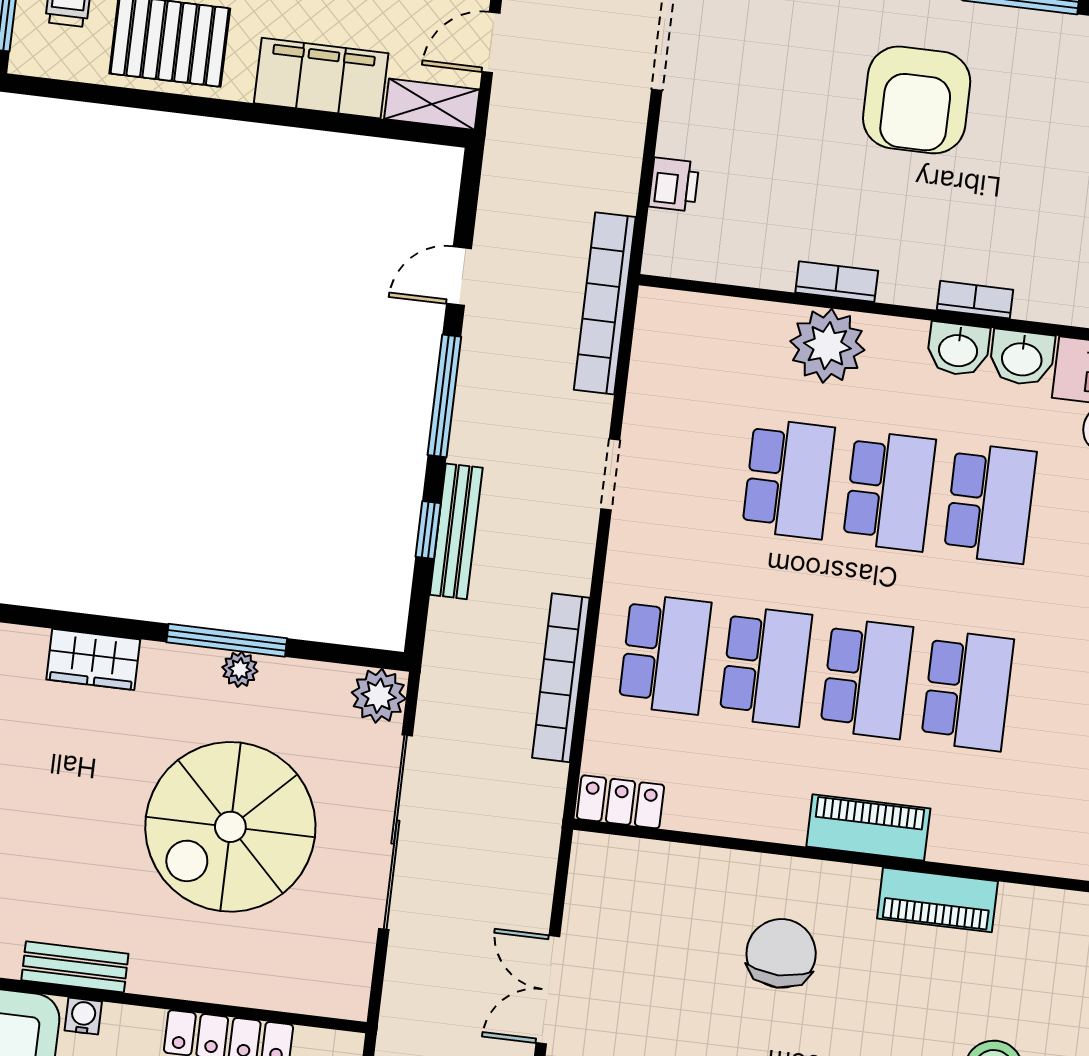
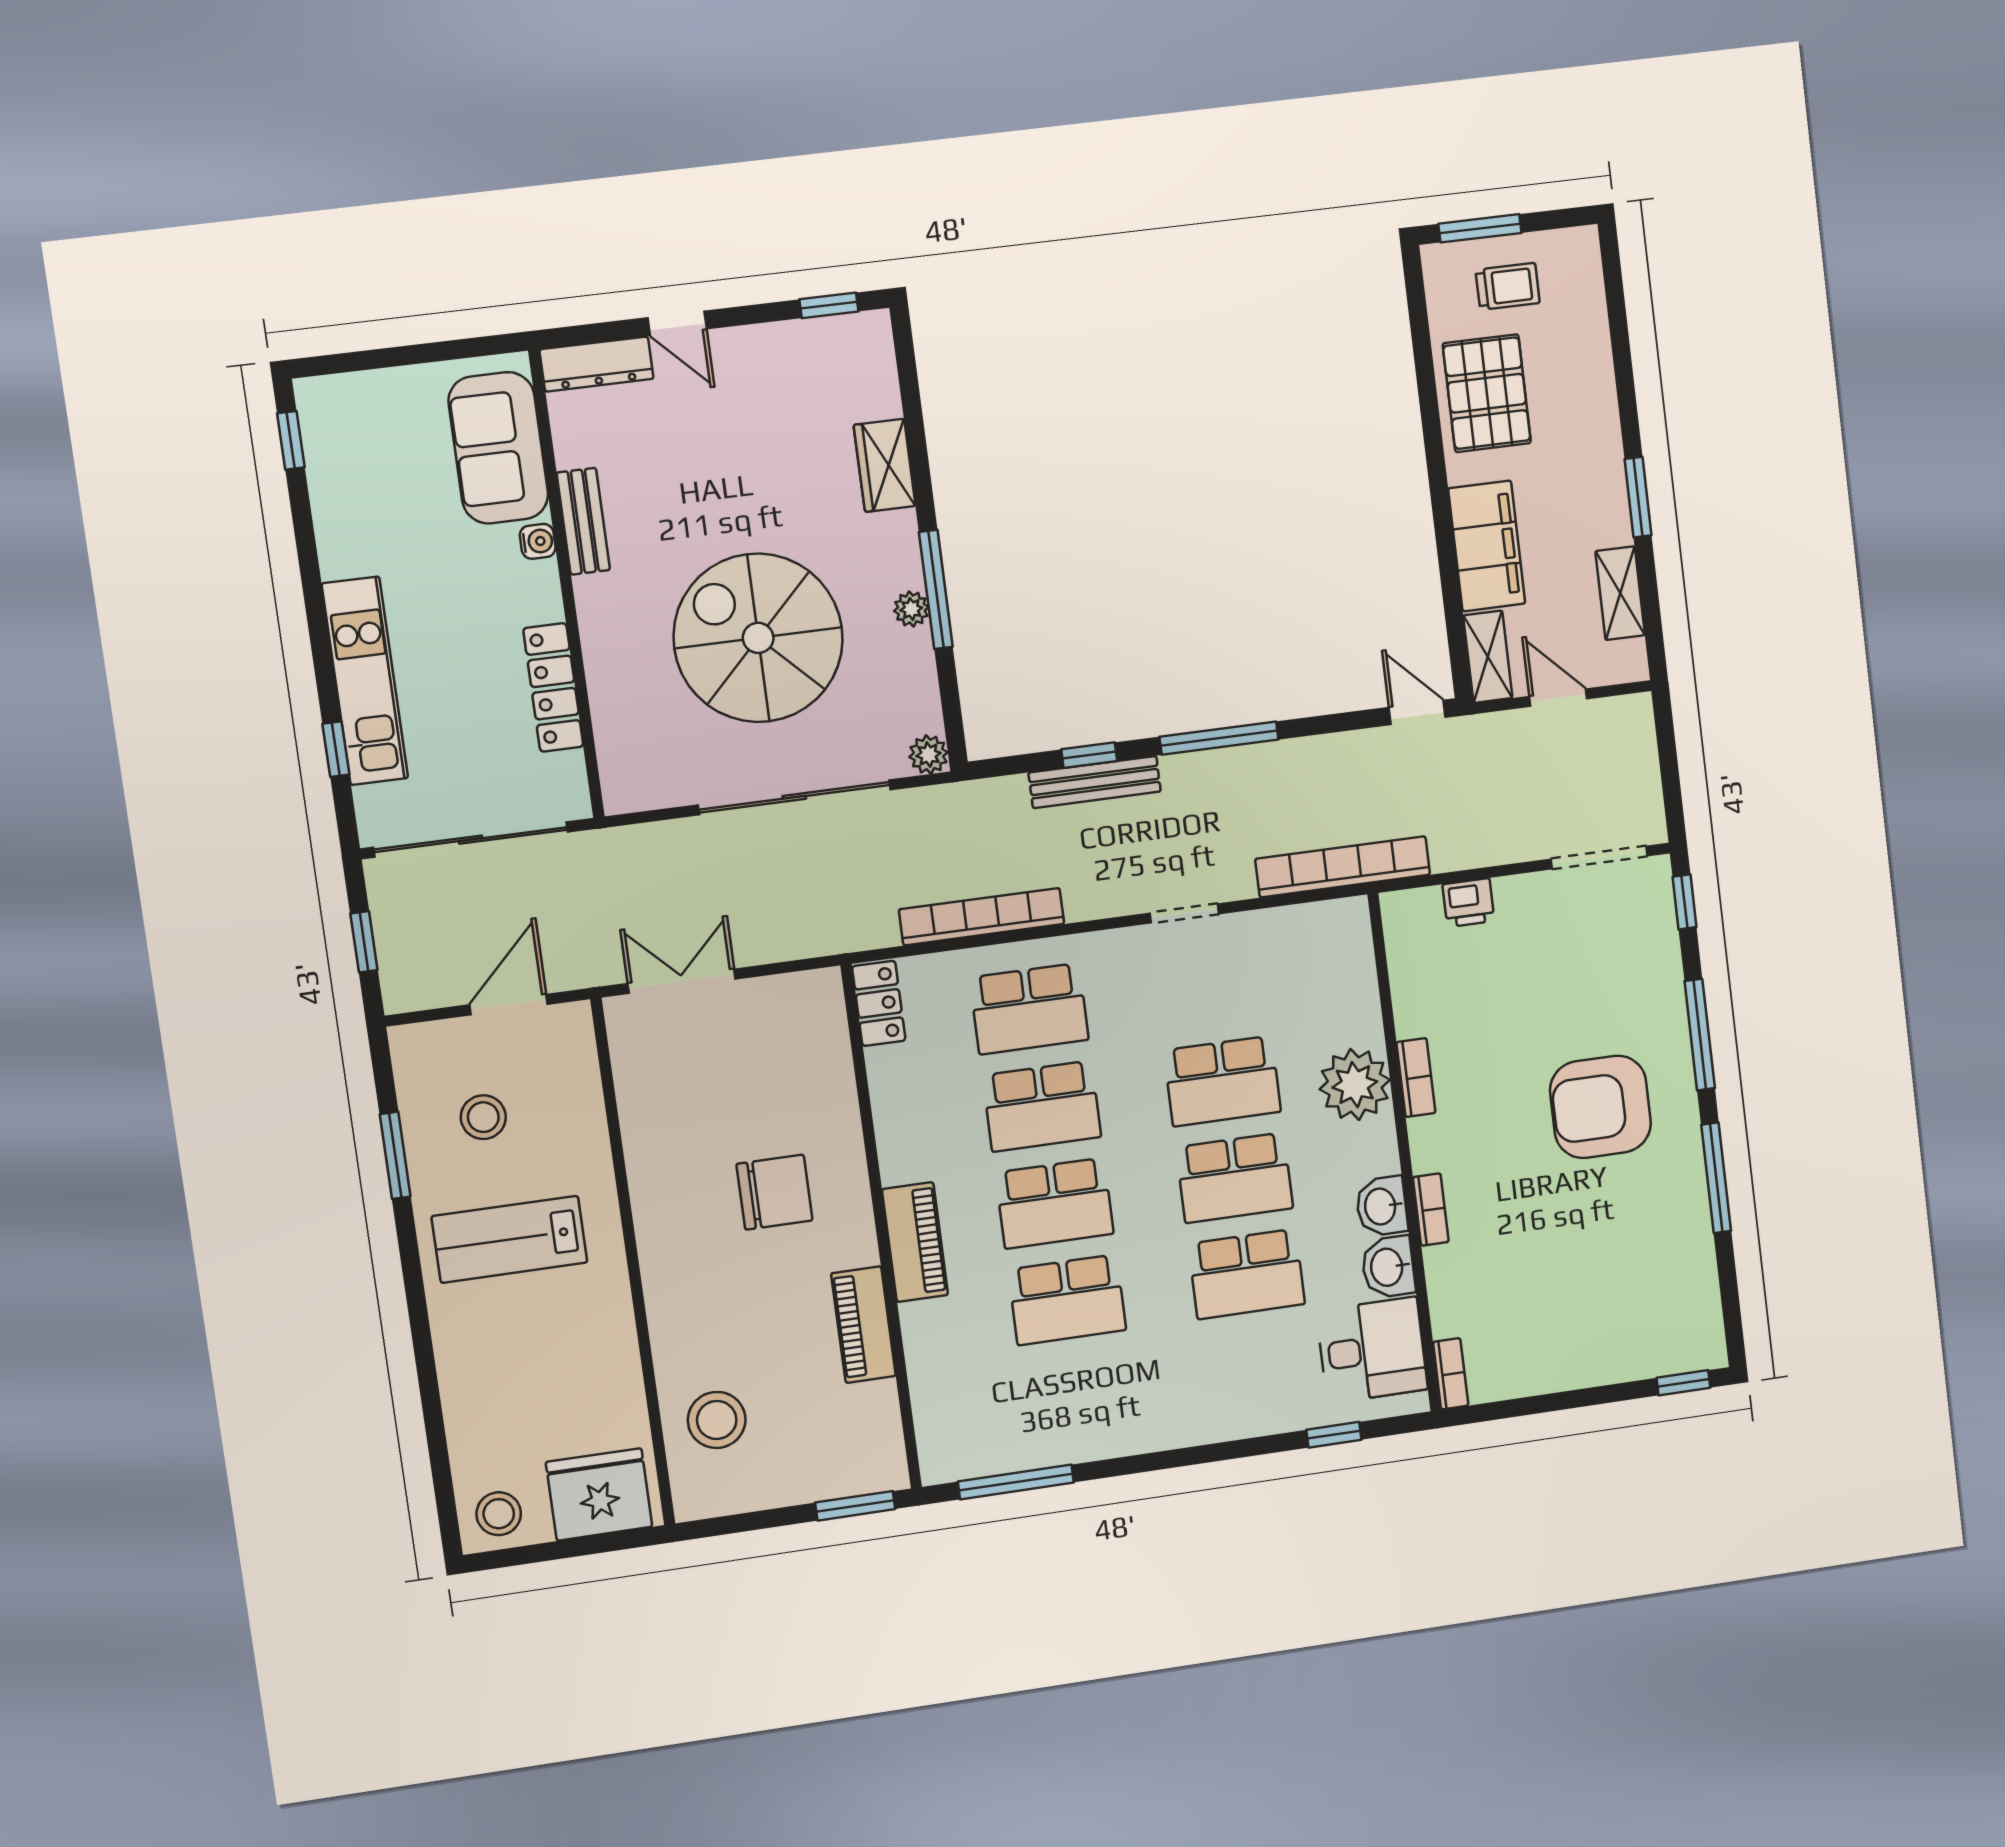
door: (459, 276) -> (1417, 712), moved
plant: (379, 696) -> (929, 755), width x0.73, depth x0.73

